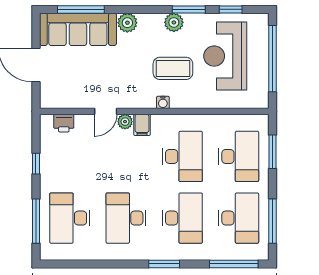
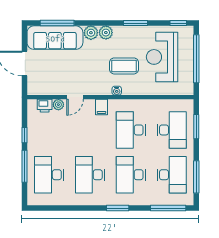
window: (231, 9) -> (178, 23), moved
plant: (174, 22) -> (106, 33), moved
plant: (125, 122) -> (58, 105), moved
desk: (182, 156) -> (131, 130), turned 180
desk: (182, 218) -> (131, 175), turned 180
window: (36, 221) -> (24, 166), moved

